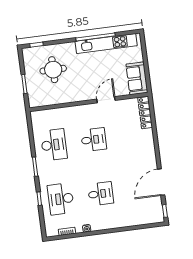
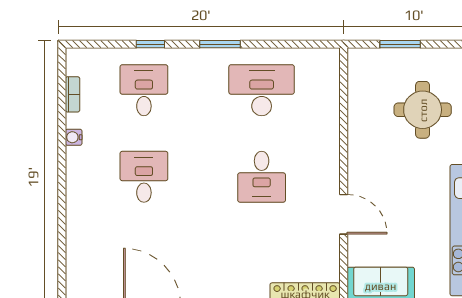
desk: (54, 145) -> (262, 90), turned 180
desk: (101, 194) -> (144, 177), turned 180
desk: (61, 199) -> (144, 90), width x0.73

